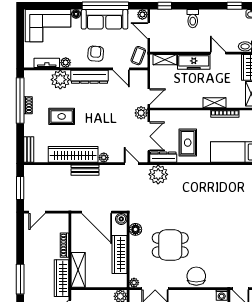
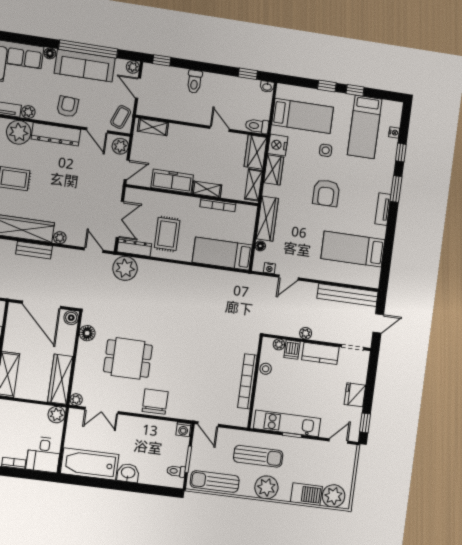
freezer: (194, 62) -> (172, 181), moved, turned 180
plant: (141, 113) -> (120, 146), moved
wardrobe: (120, 255) -> (60, 379), moved

